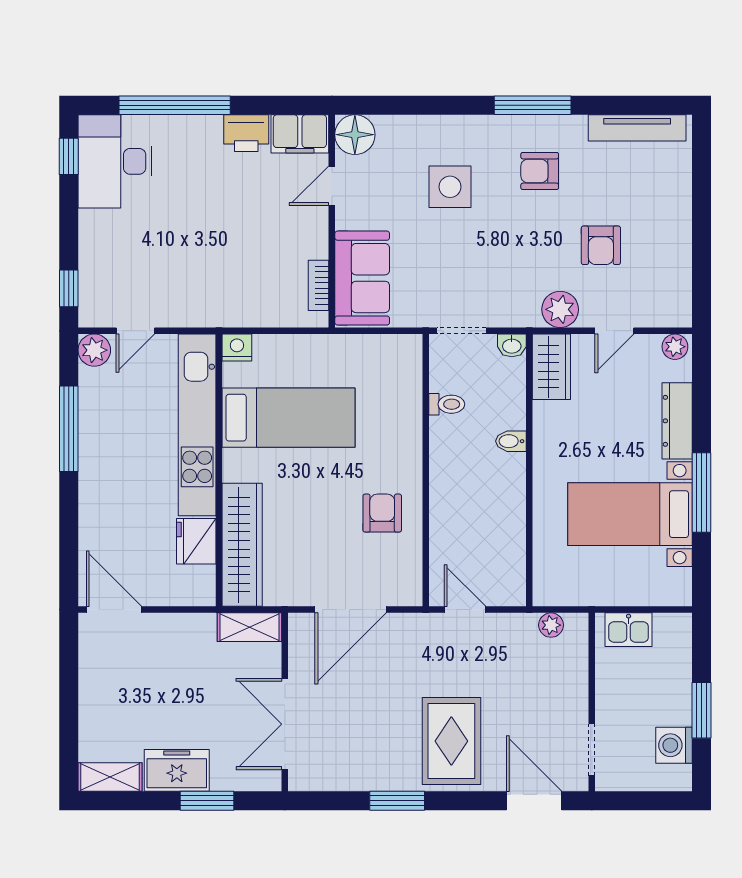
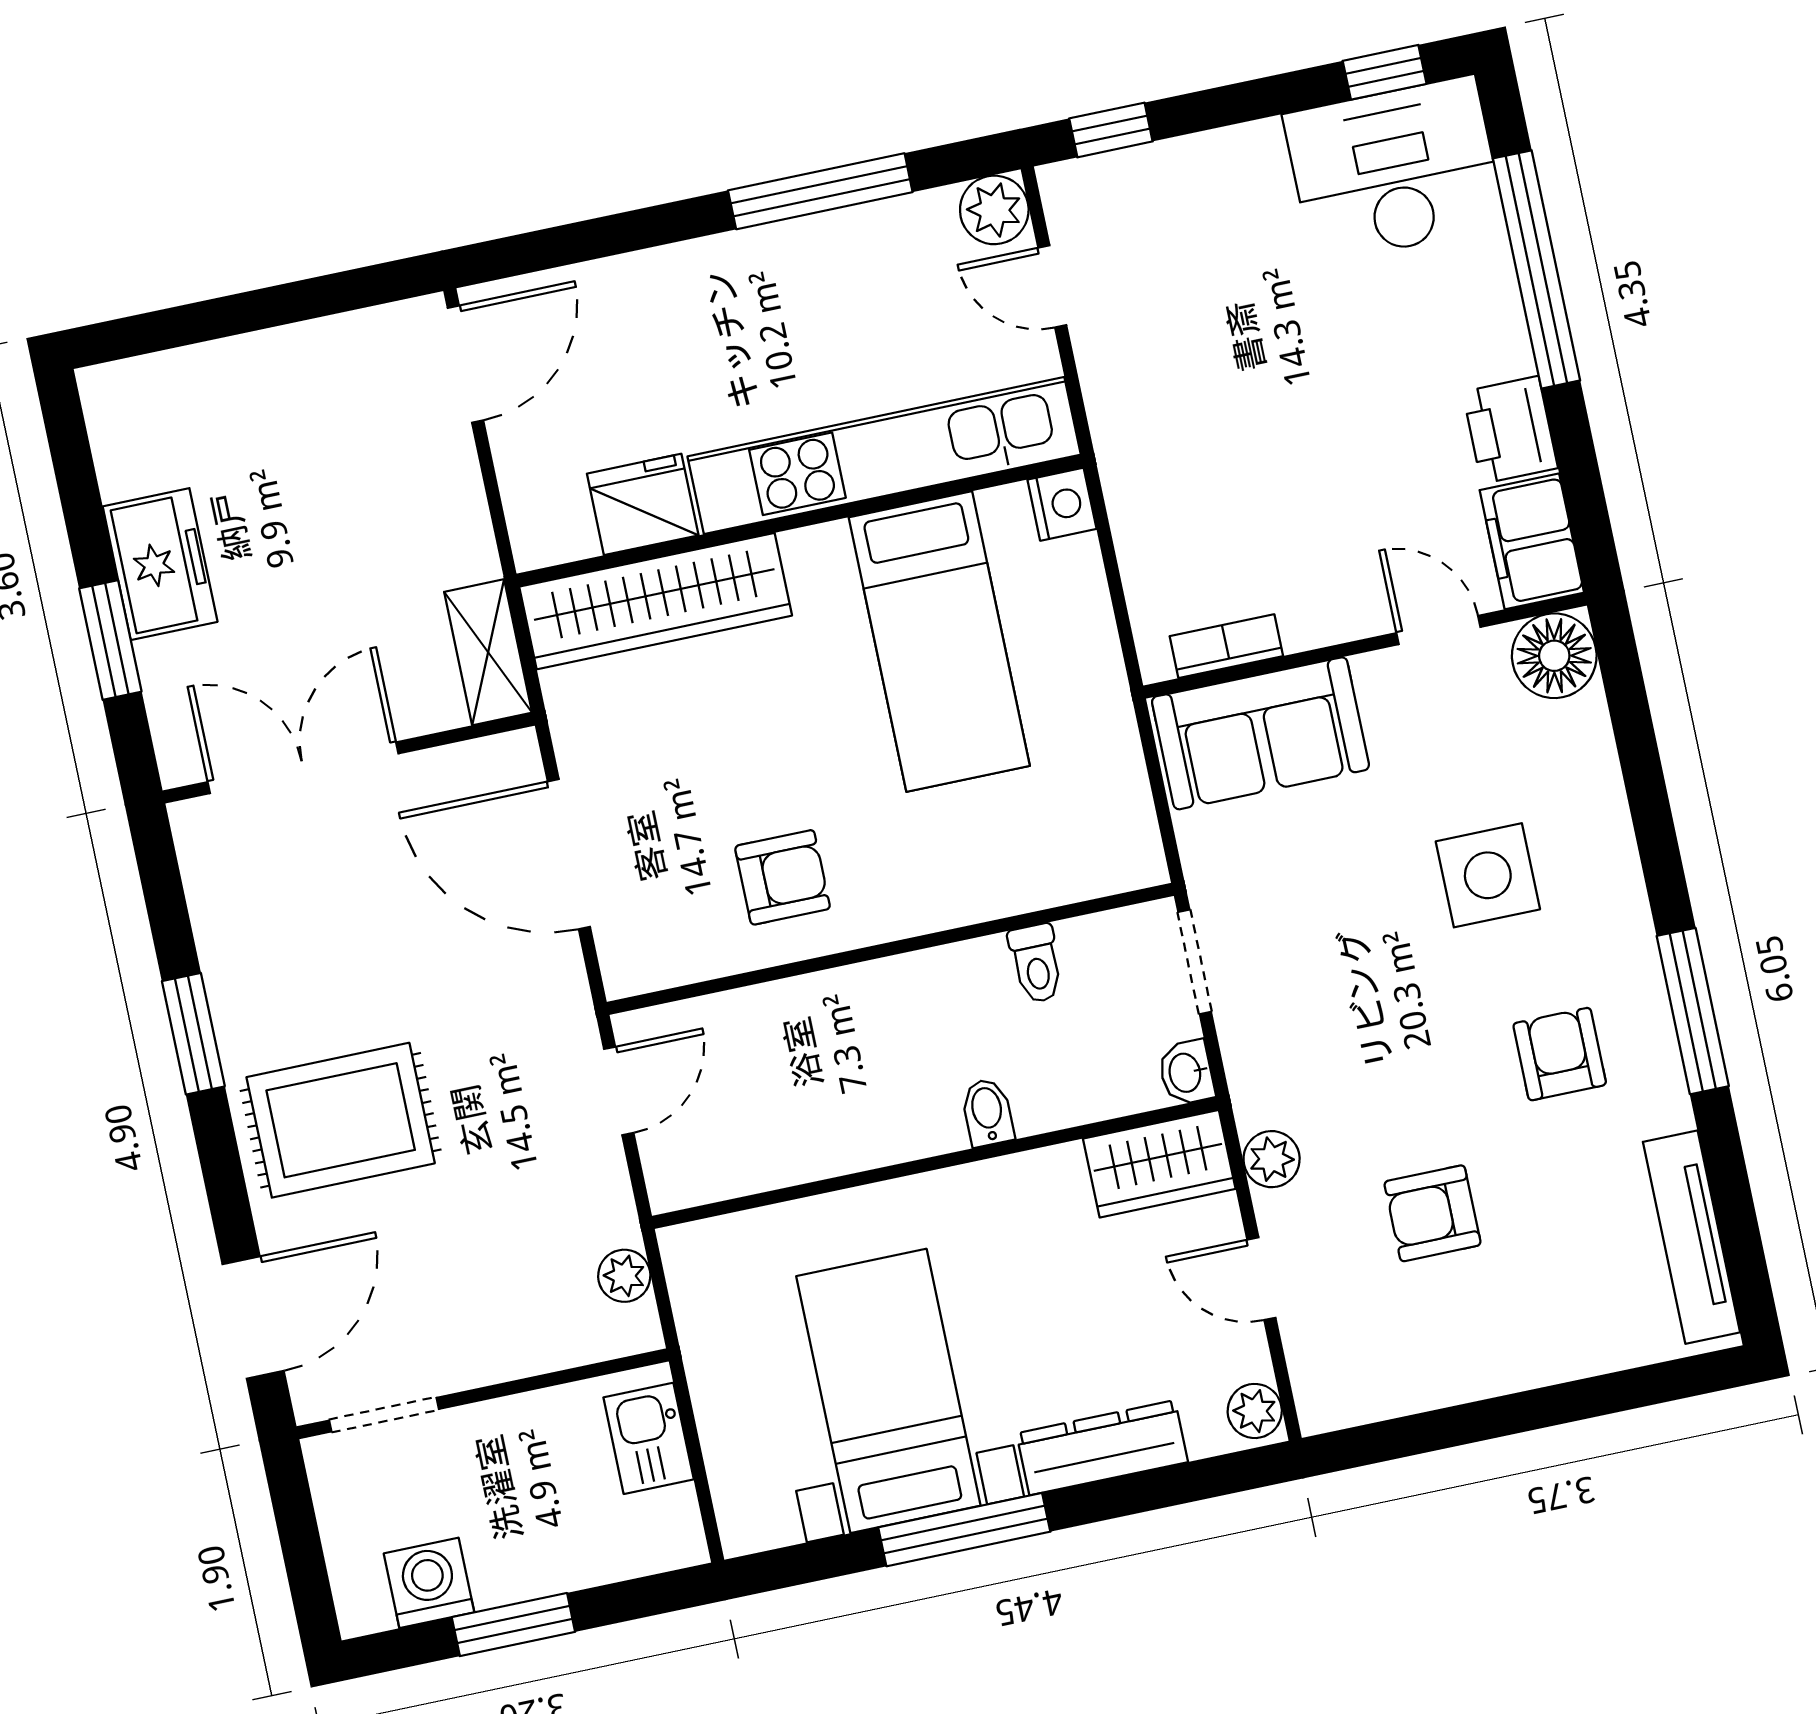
plant: (560, 309) -> (1272, 1159), width x0.73, depth x0.73
shelving: (110, 777) -> (117, 429), removed

